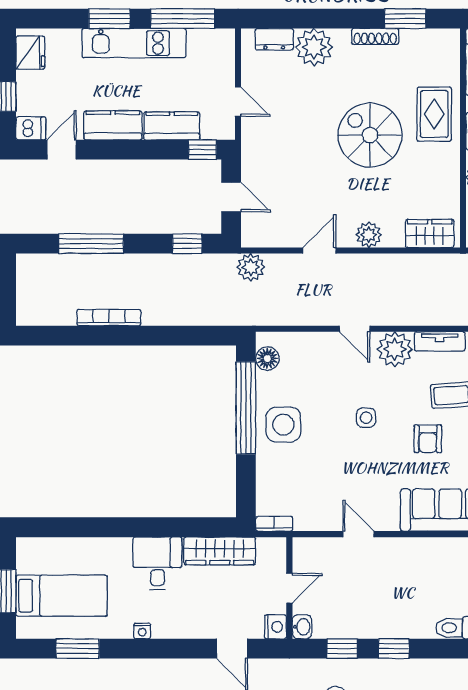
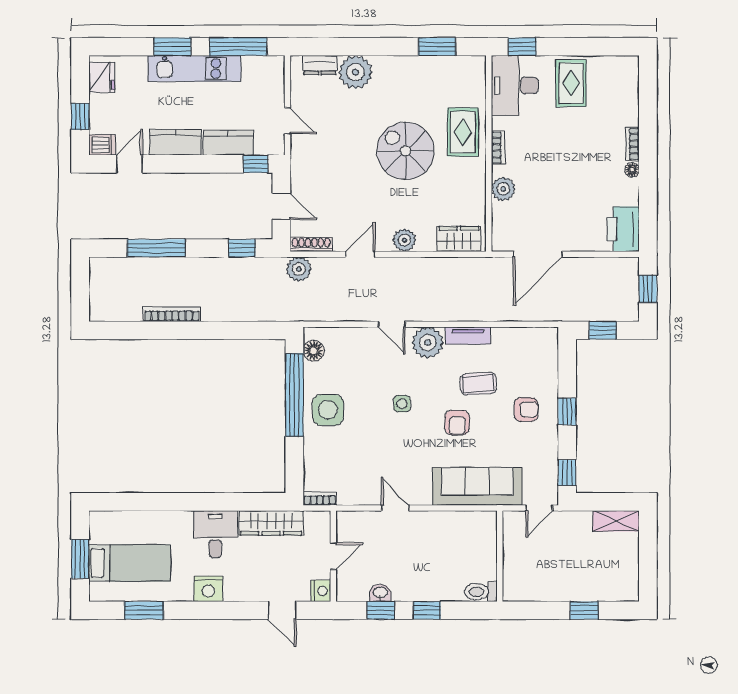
shoe rack: (375, 36) -> (311, 244), moved, turned 180
washbasin: (302, 627) -> (380, 593), moved, turned -90
nightstand: (142, 631) -> (208, 589), width x1.89, depth x1.79

